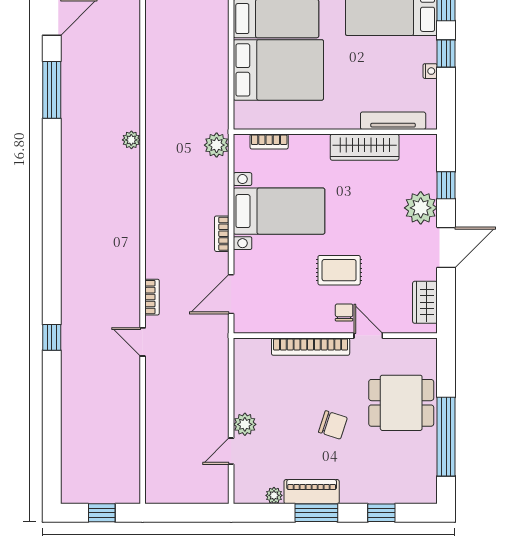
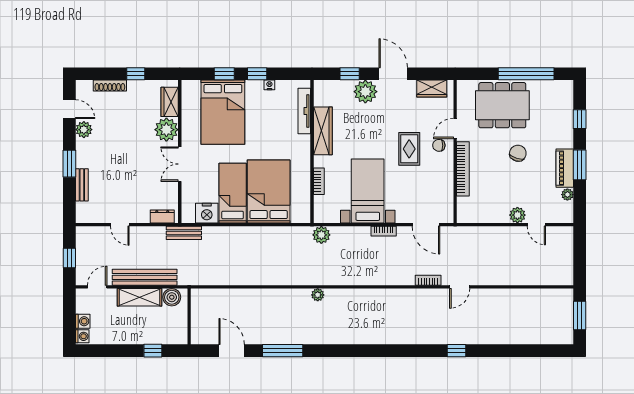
bookcase: (269, 142) -> (319, 181), moved
dining table: (401, 403) -> (502, 105), width x1.38
window: (102, 513) -> (580, 315), width x1.50

